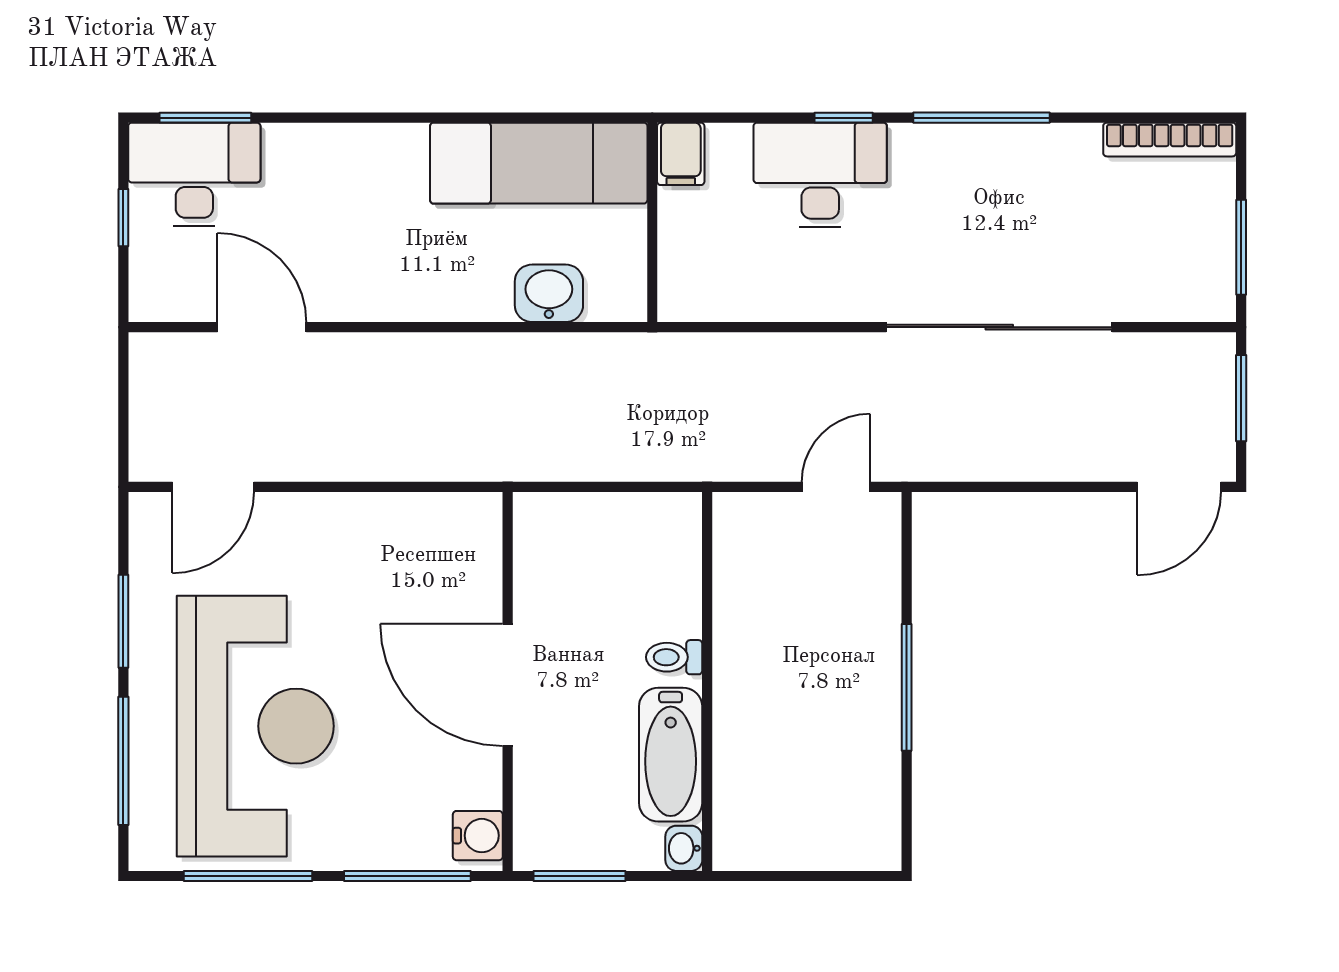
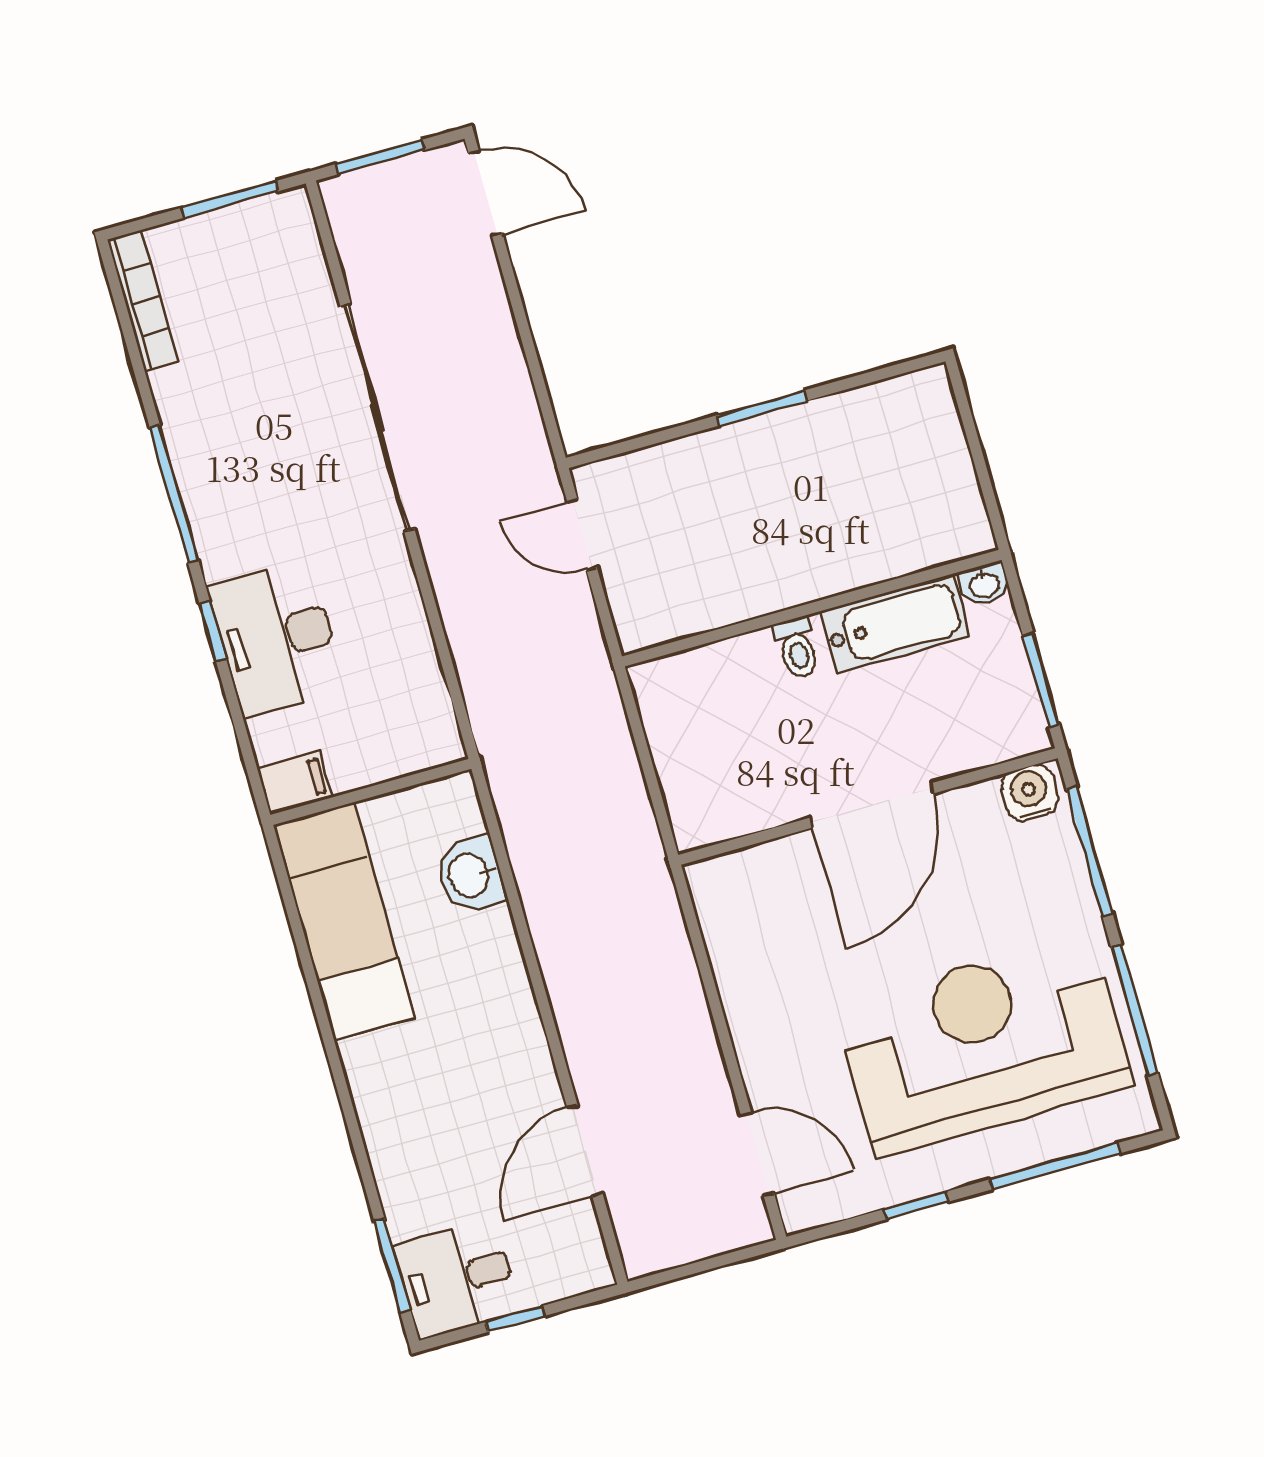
desk: (194, 174) -> (457, 1278), width x0.73
window: (123, 621) -> (916, 1205), width x0.67
window: (907, 687) -> (762, 408), width x0.69

